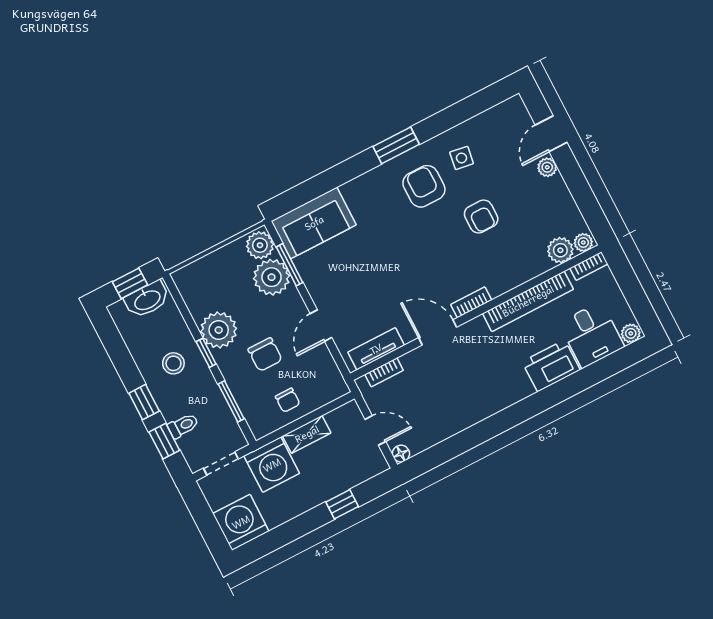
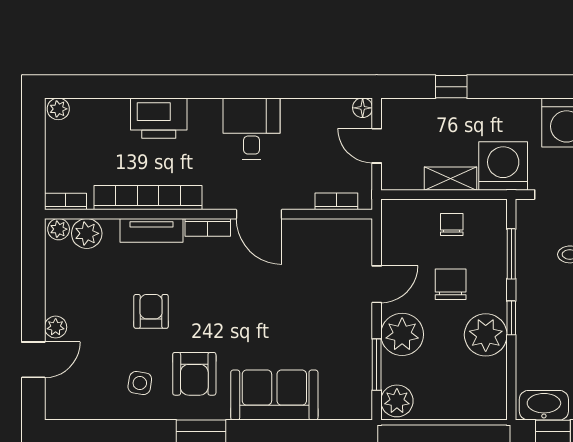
sofa: (314, 223) -> (274, 395), moved
plant: (272, 277) -> (402, 334), moved
desk: (592, 335) -> (252, 128), moved
tv unit: (376, 349) -> (152, 230), moved
stool: (173, 363) -> (551, 325), removed

